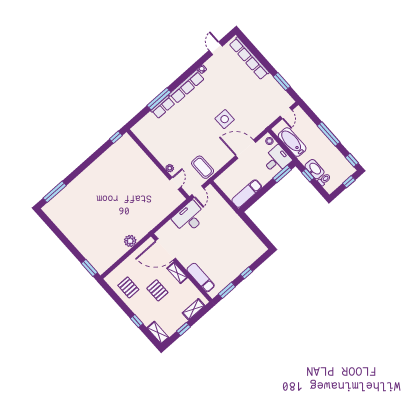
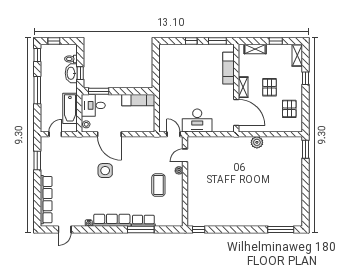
coffee table: (203, 167) -> (158, 185), moved
door: (198, 192) -> (173, 134), hinge flipped

